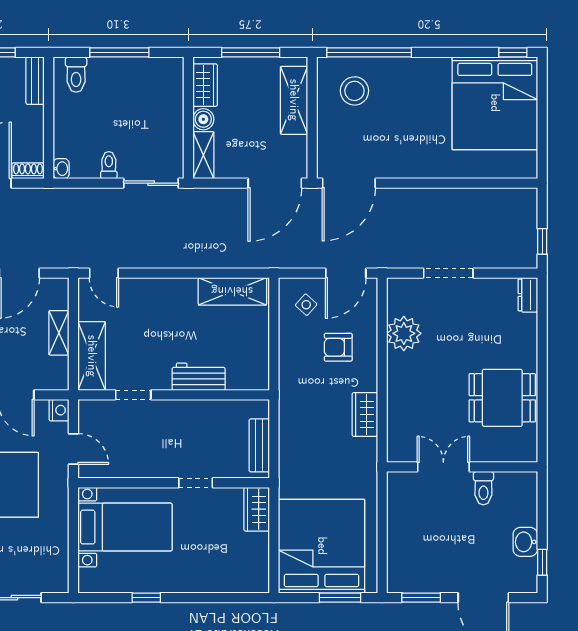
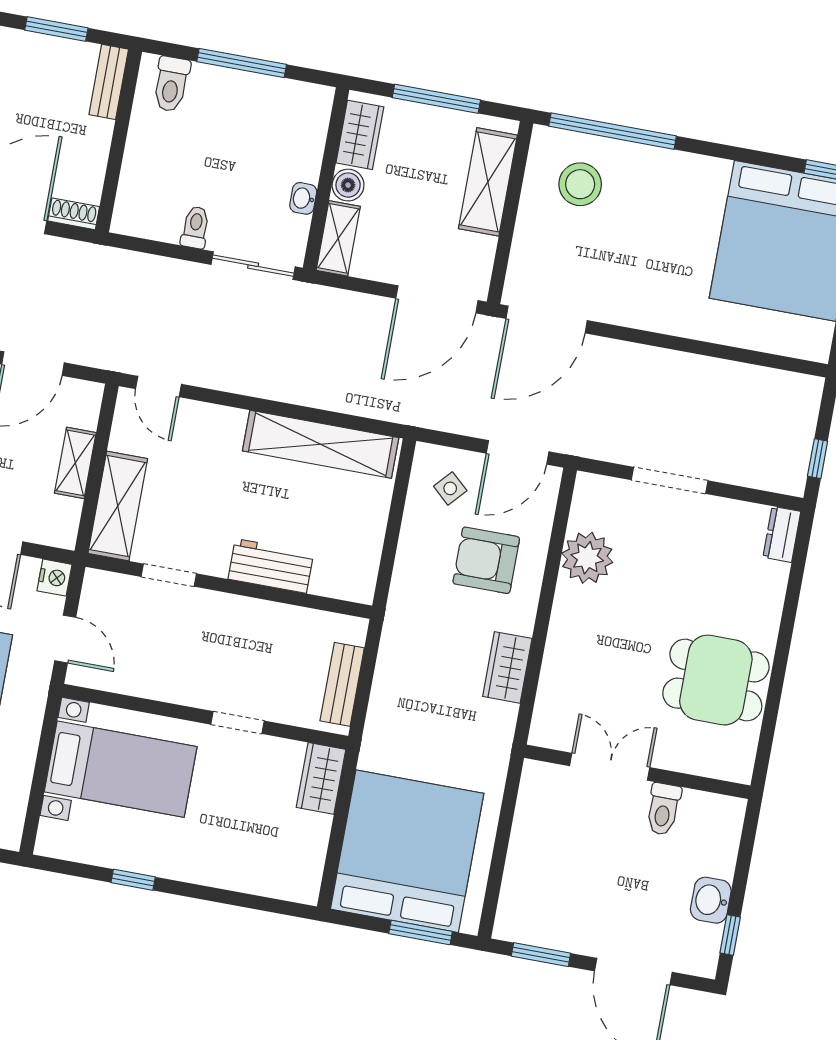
washbasin: (61, 169) -> (303, 198), moved, turned 180
shelving: (232, 291) -> (321, 444), width x1.47
armchair: (338, 347) -> (486, 560), width x1.38, depth x1.38

